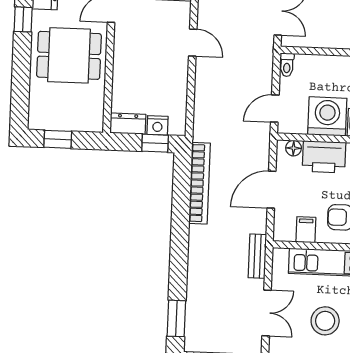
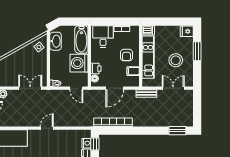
printer: (324, 157) -> (96, 69), width x0.53, depth x0.68
door: (272, 190) -> (115, 88), hinge flipped

